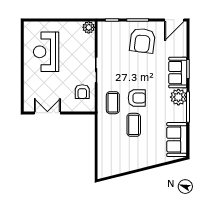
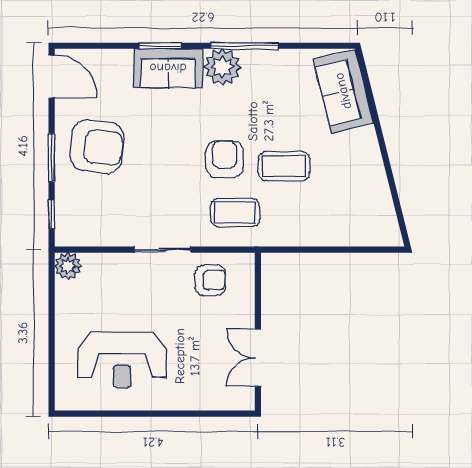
sofa: (177, 140) -> (343, 91), moved, turned 76

